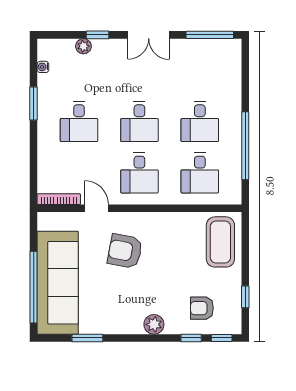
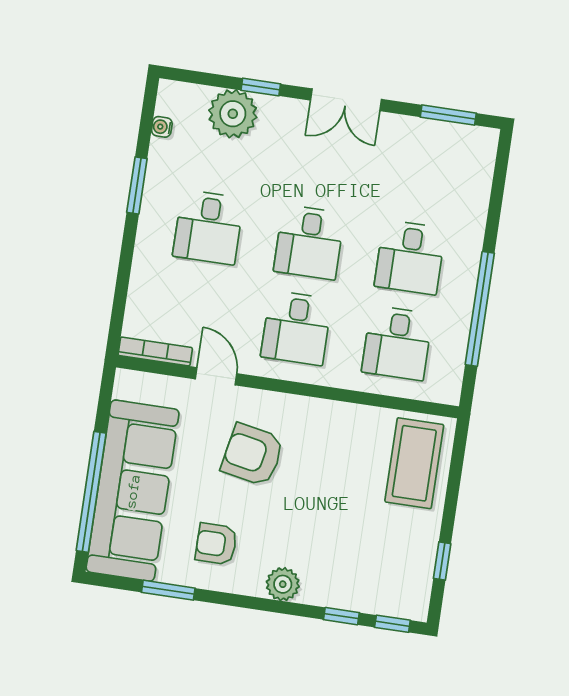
window: (210, 35) -> (448, 115), width x0.69
plant: (83, 46) -> (233, 114), width x1.88, depth x1.88
armchair: (202, 308) -> (216, 544), moved

